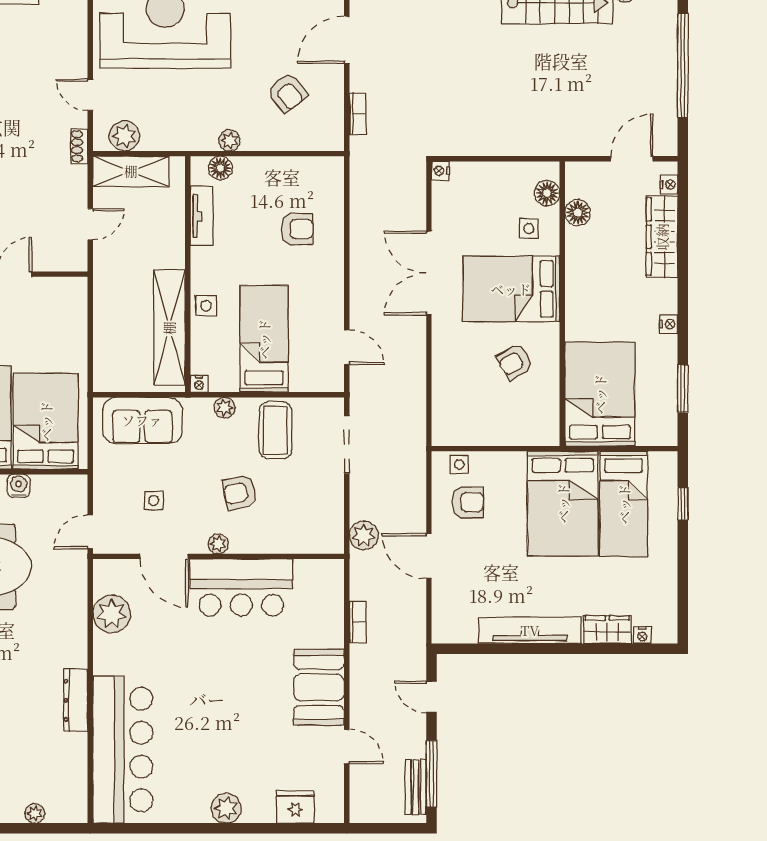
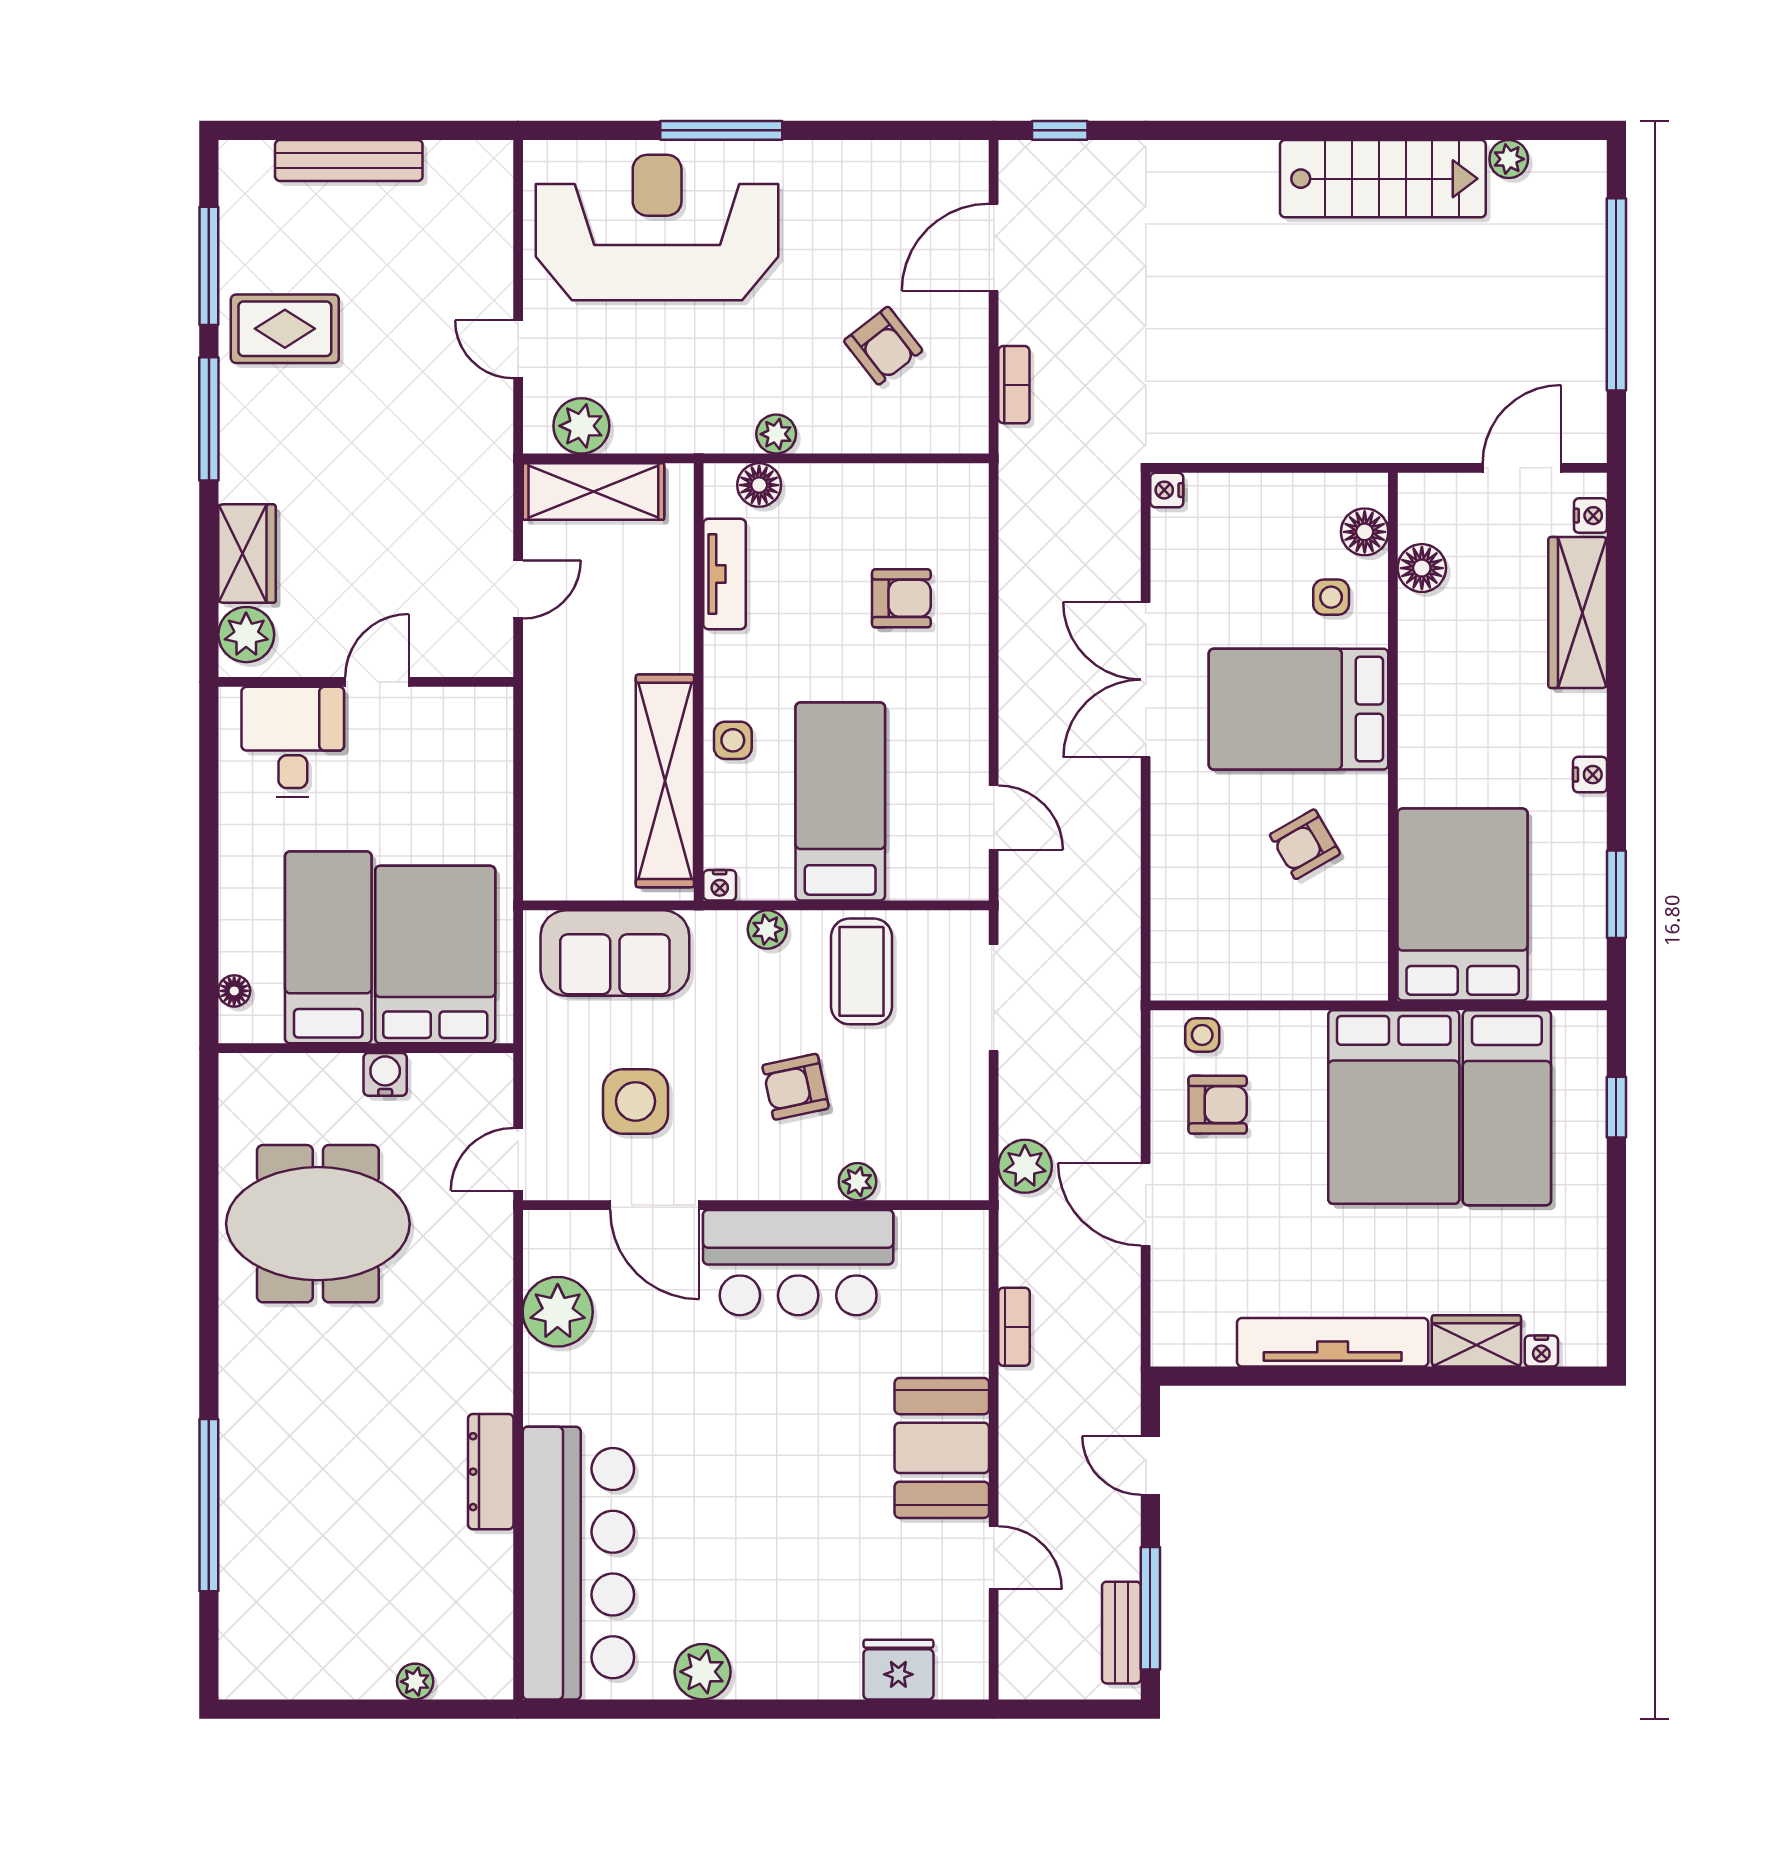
shoe rack: (79, 146) -> (498, 445), removed
side table: (154, 500) -> (636, 1101), width x1.87, depth x1.87
plant: (218, 544) -> (857, 1182), moved
plant: (226, 808) -> (703, 1672), moved

